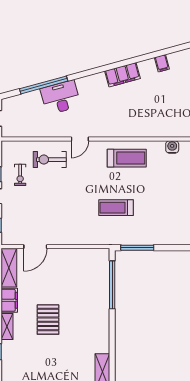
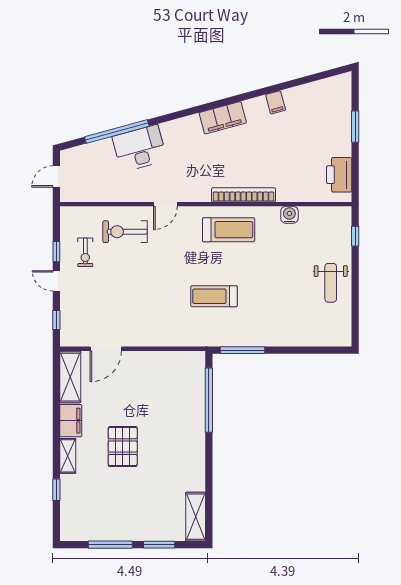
bookcase: (138, 132) -> (243, 195), added

